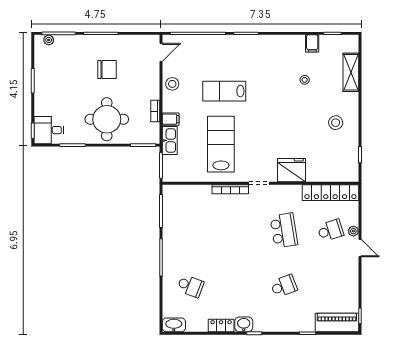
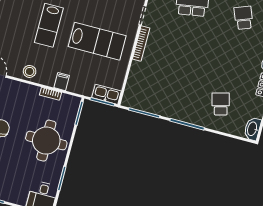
kitchen sink: (170, 140) -> (107, 94), moved
lab bench: (221, 144) -> (97, 41), turned 180
school desk: (190, 286) -> (221, 104), turned -36

